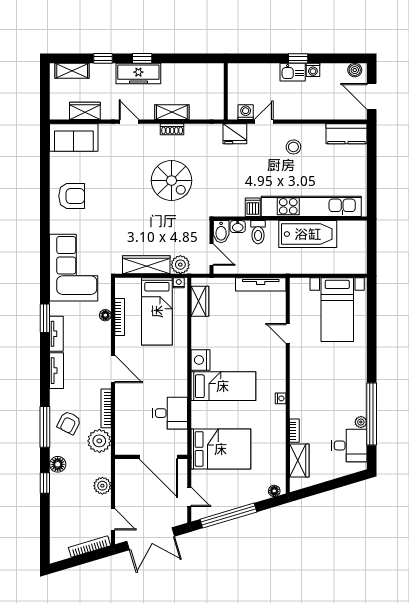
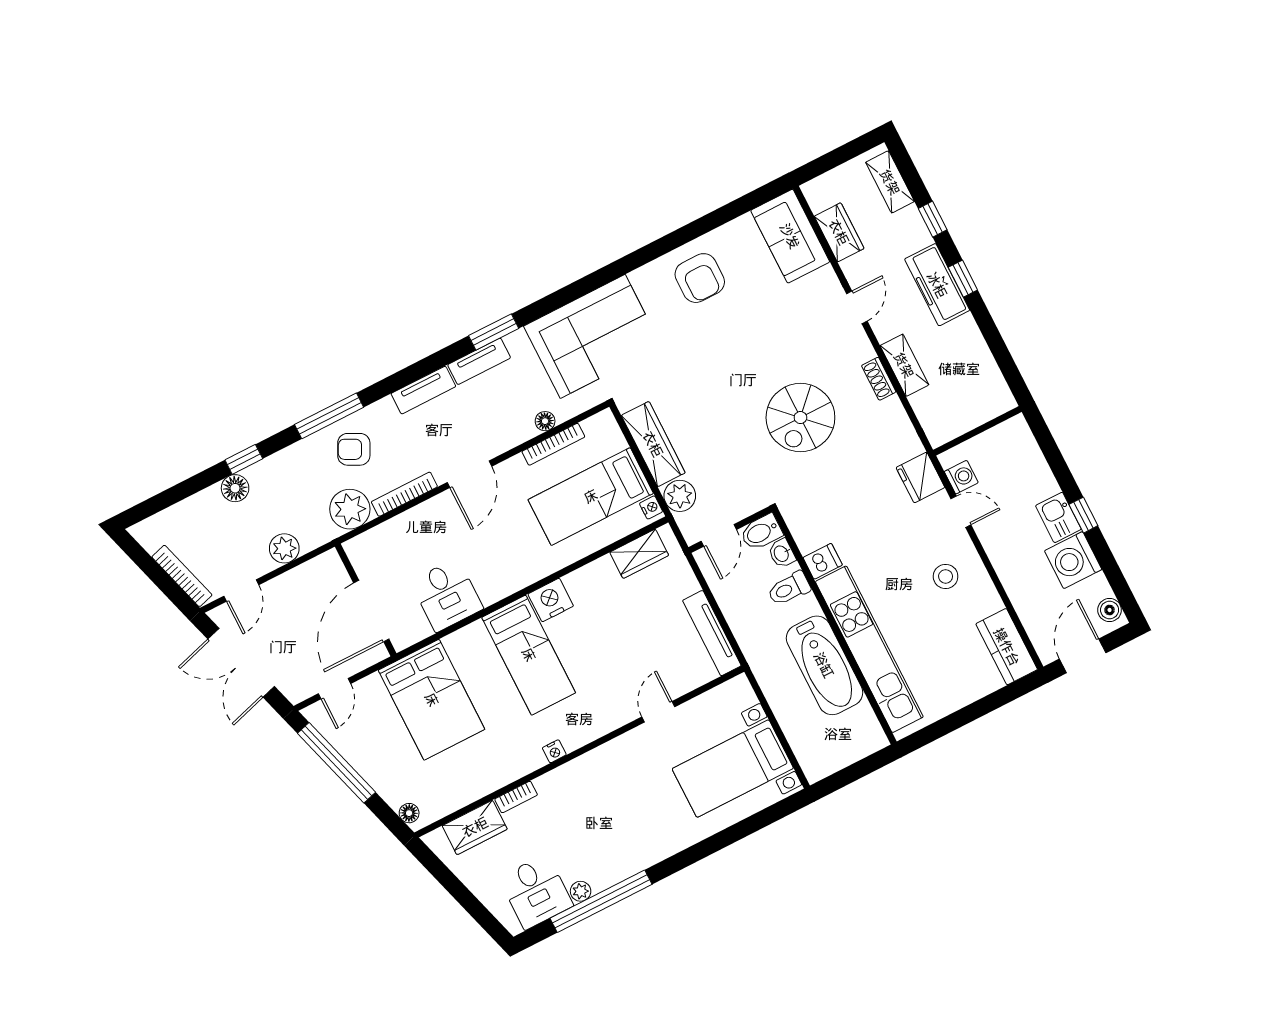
washing machine: (313, 70) -> (1073, 560), width x1.89, depth x1.89
floor lamp: (58, 464) -> (235, 488), moved

